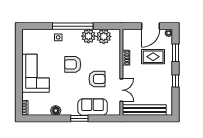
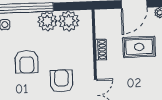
armchair: (73, 64) -> (27, 62), turned -90
armchair: (97, 79) -> (61, 81), turned -90

